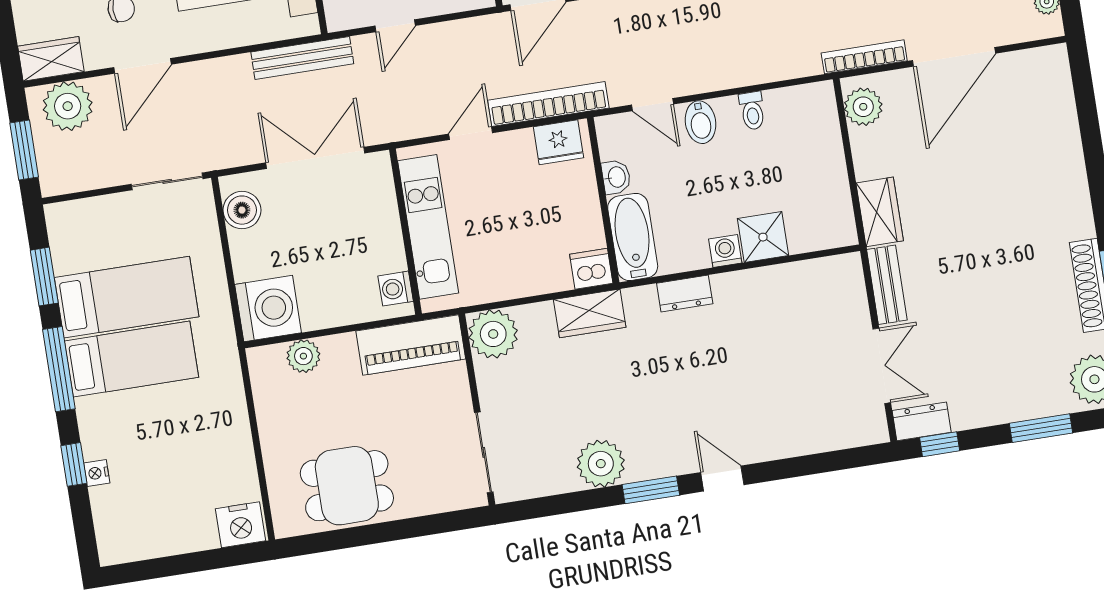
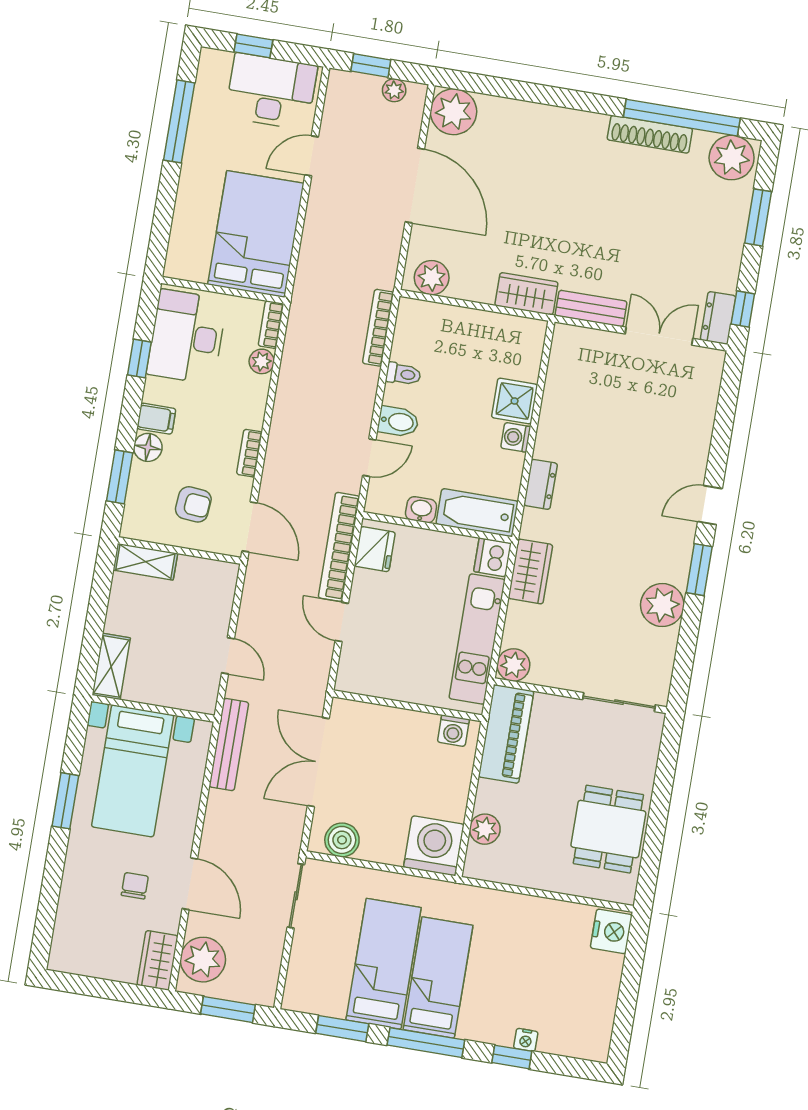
bookcase: (864, 57) -> (378, 328), moved
plant: (1045, 71) -> (454, 112), added
kitchen unit: (428, 227) -> (477, 639), moved, turned -90
plant: (493, 334) -> (513, 665), width x0.73, depth x0.73

